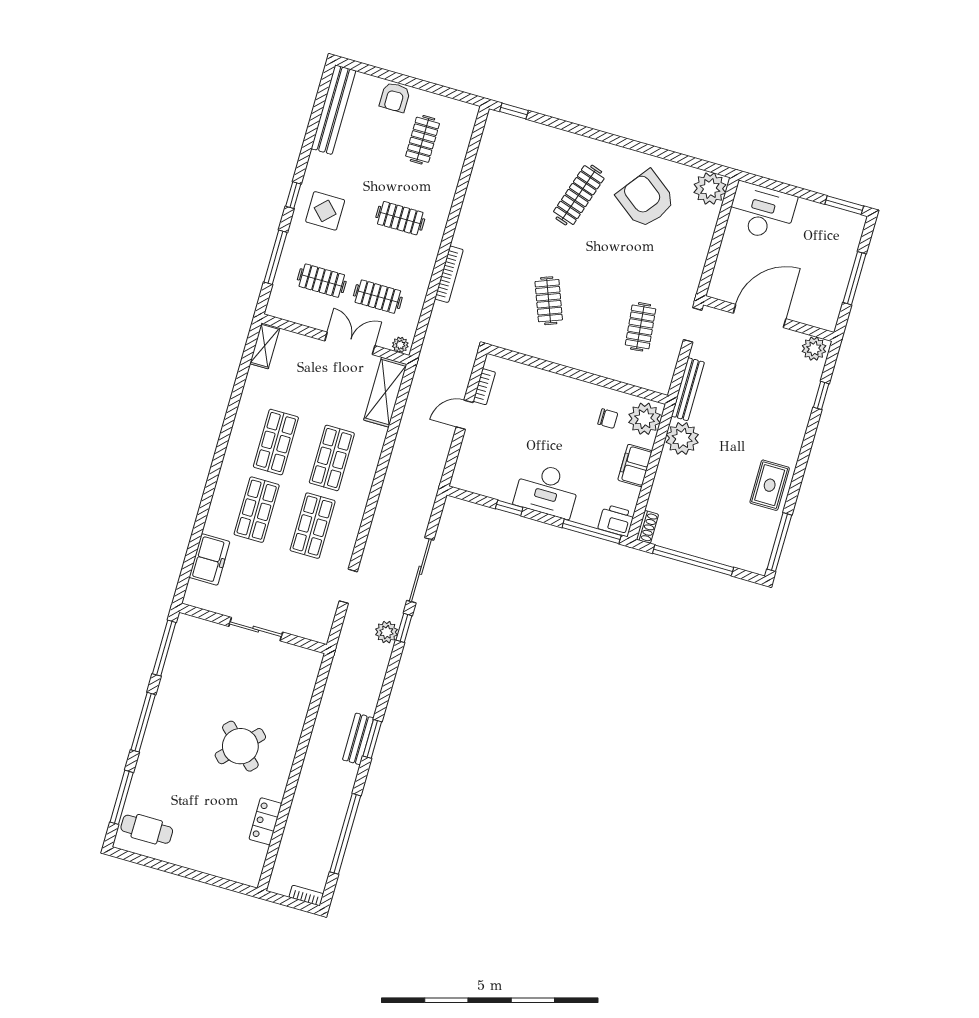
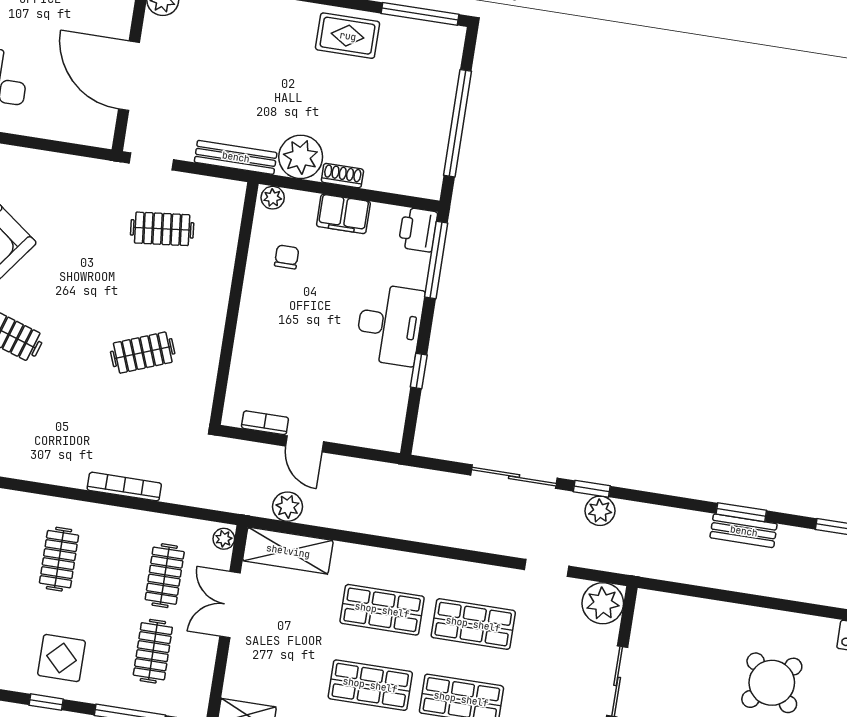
plant: (419, 396) -> (287, 507), added
plant: (644, 419) -> (273, 198), width x0.53, depth x0.53
shoe rack: (647, 527) -> (342, 176), moved
plant: (316, 626) -> (603, 603), added

